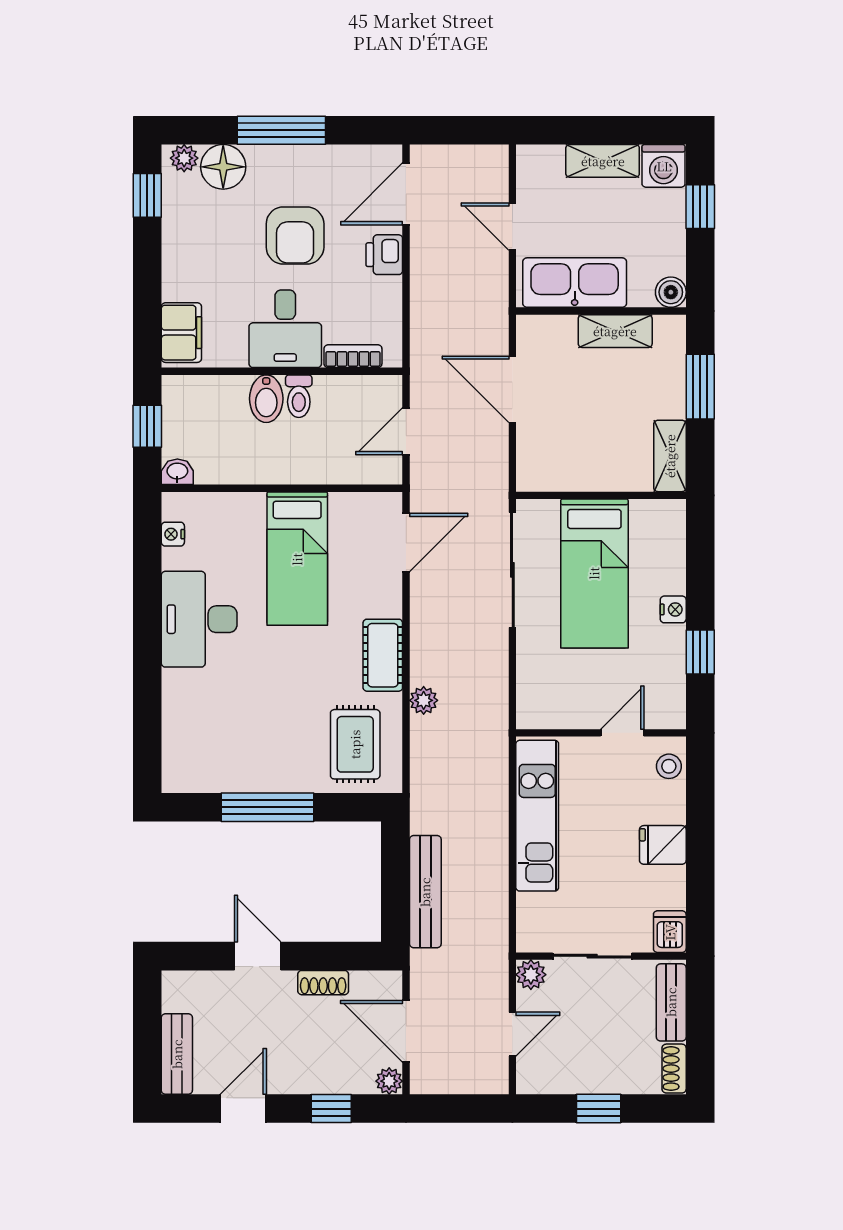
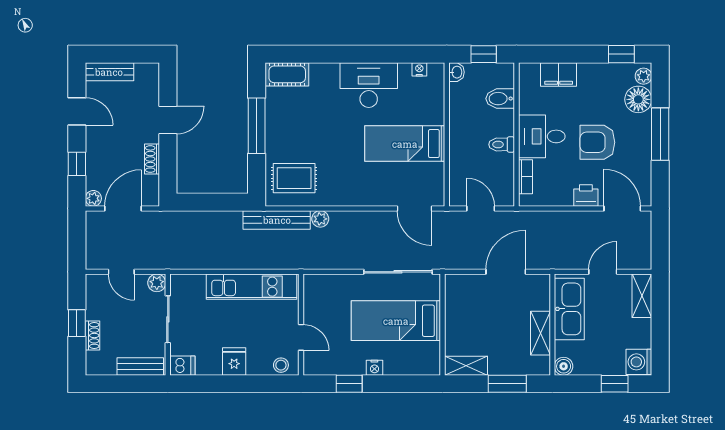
shelving: (603, 161) -> (642, 296), moved
filing cabinet: (181, 333) -> (559, 75), moved
bidet: (266, 399) -> (500, 99), moved
cot: (383, 655) -> (287, 74), moved
bench: (425, 892) -> (277, 220), moved
shoe rack: (674, 1069) -> (93, 335), moved, turned 90

